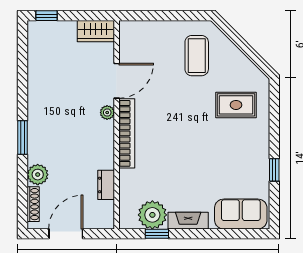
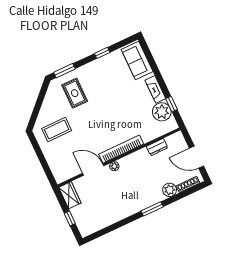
window: (47, 16) -> (70, 218), moved
window: (274, 105) -> (64, 71), added

